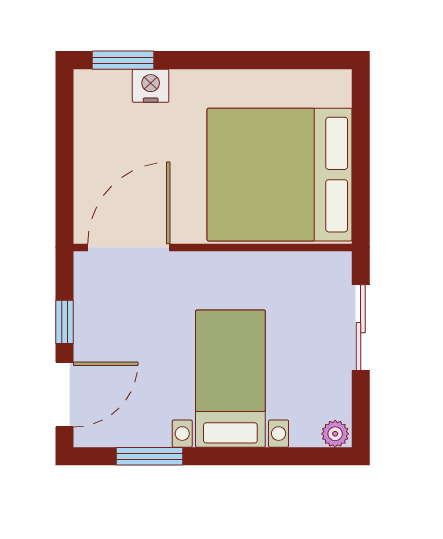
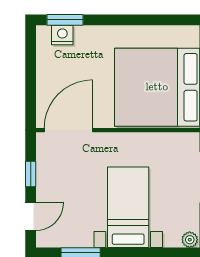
nightstand: (151, 86) -> (62, 35), moved
door: (65, 395) -> (31, 217), width x0.73

